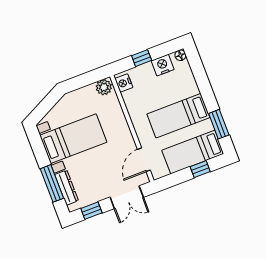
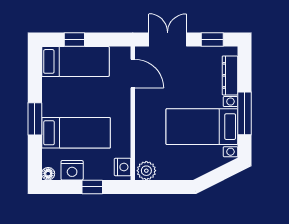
bed: (178, 116) -> (76, 133), moved
window: (219, 124) -> (35, 119), moved
door: (144, 160) -> (133, 74), hinge flipped
window: (52, 183) -> (245, 113), moved

